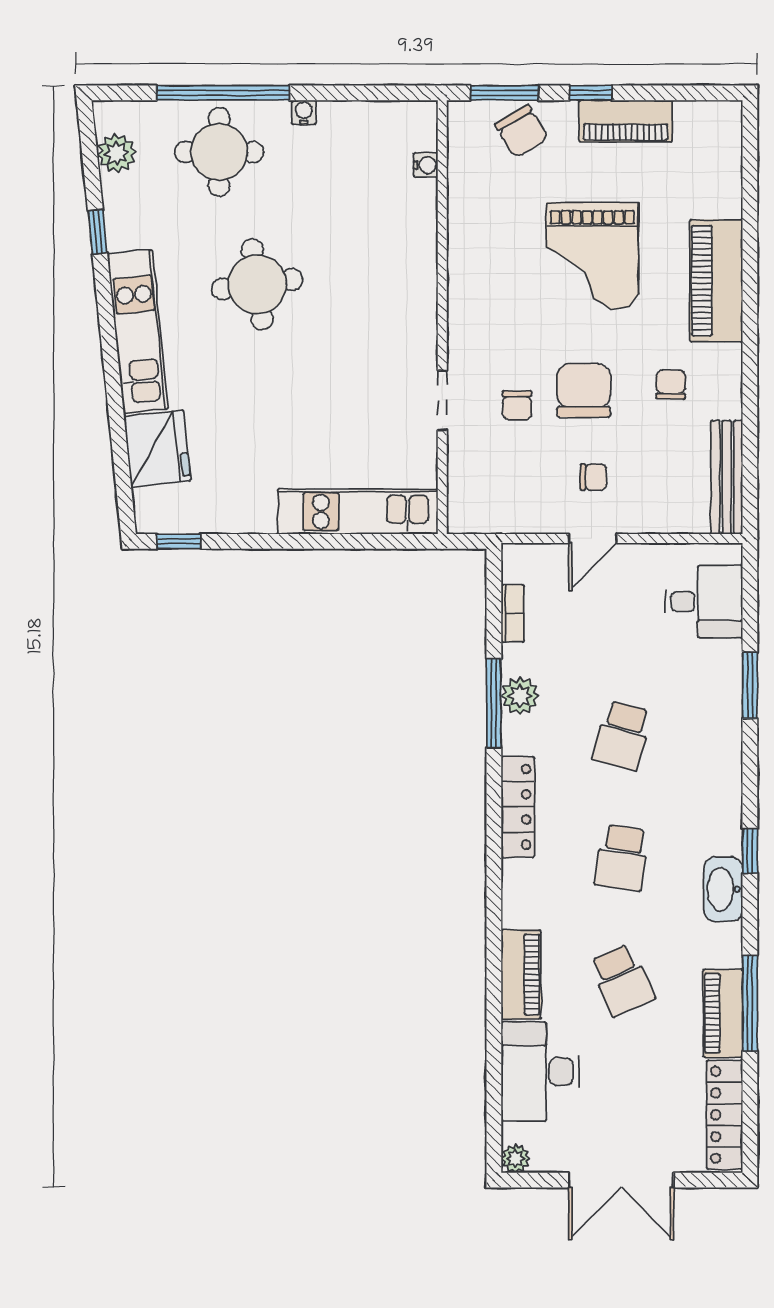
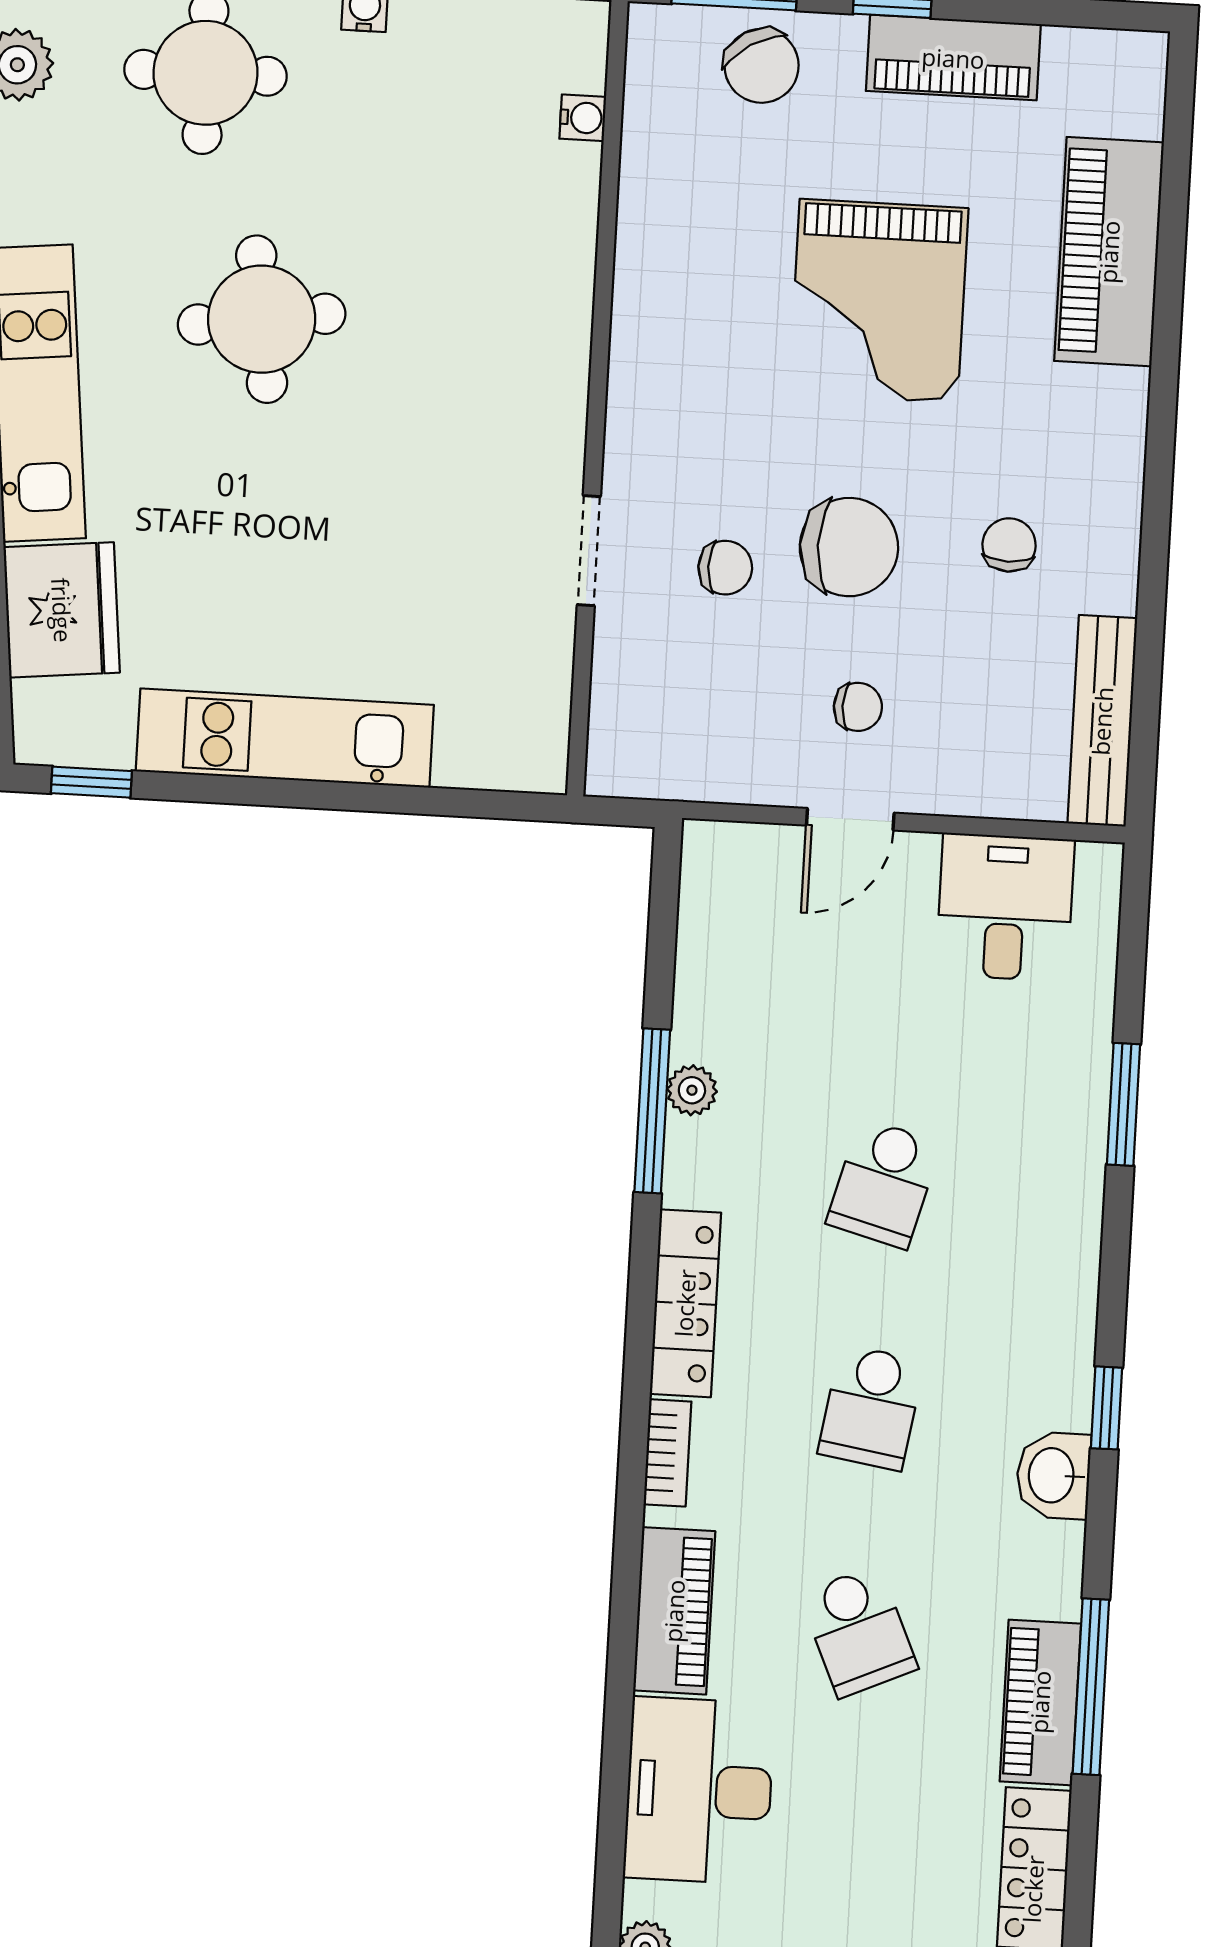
piano: (716, 281) -> (1109, 252), moved
chair: (584, 390) -> (849, 547), turned 90
chair: (517, 405) -> (725, 568), turned -90
kitchen unit: (358, 512) -> (285, 738), moved
desk: (704, 602) -> (1005, 907), moved, turned -90
bookcase: (513, 613) -> (668, 1453), moved
plant: (520, 696) -> (692, 1090), width x0.73, depth x0.73
washbasin: (723, 889) -> (1053, 1475), width x0.72

